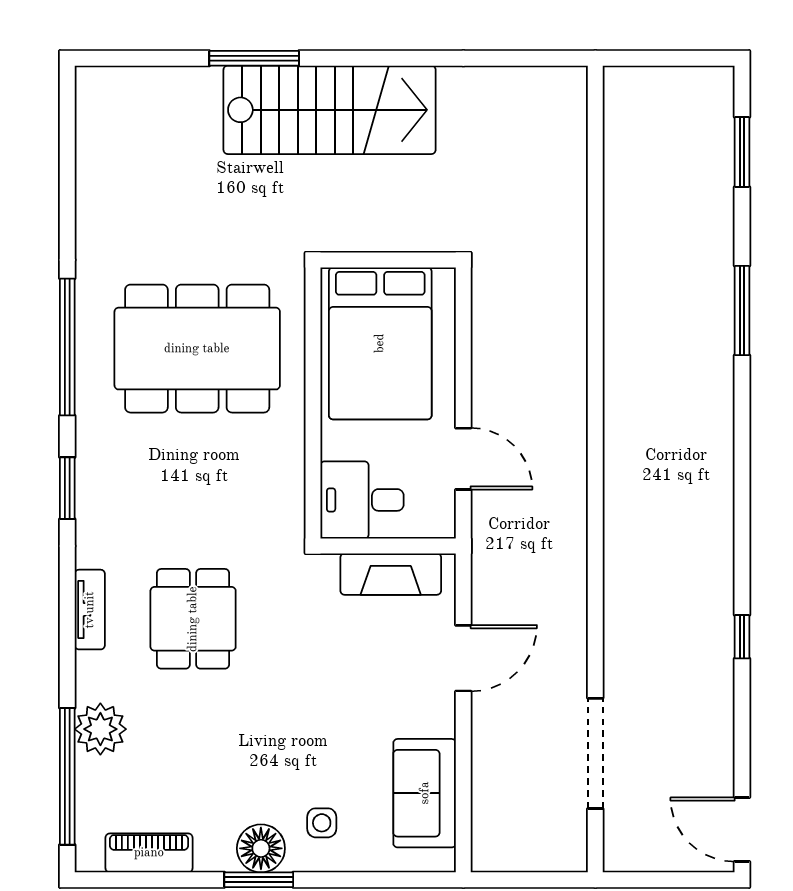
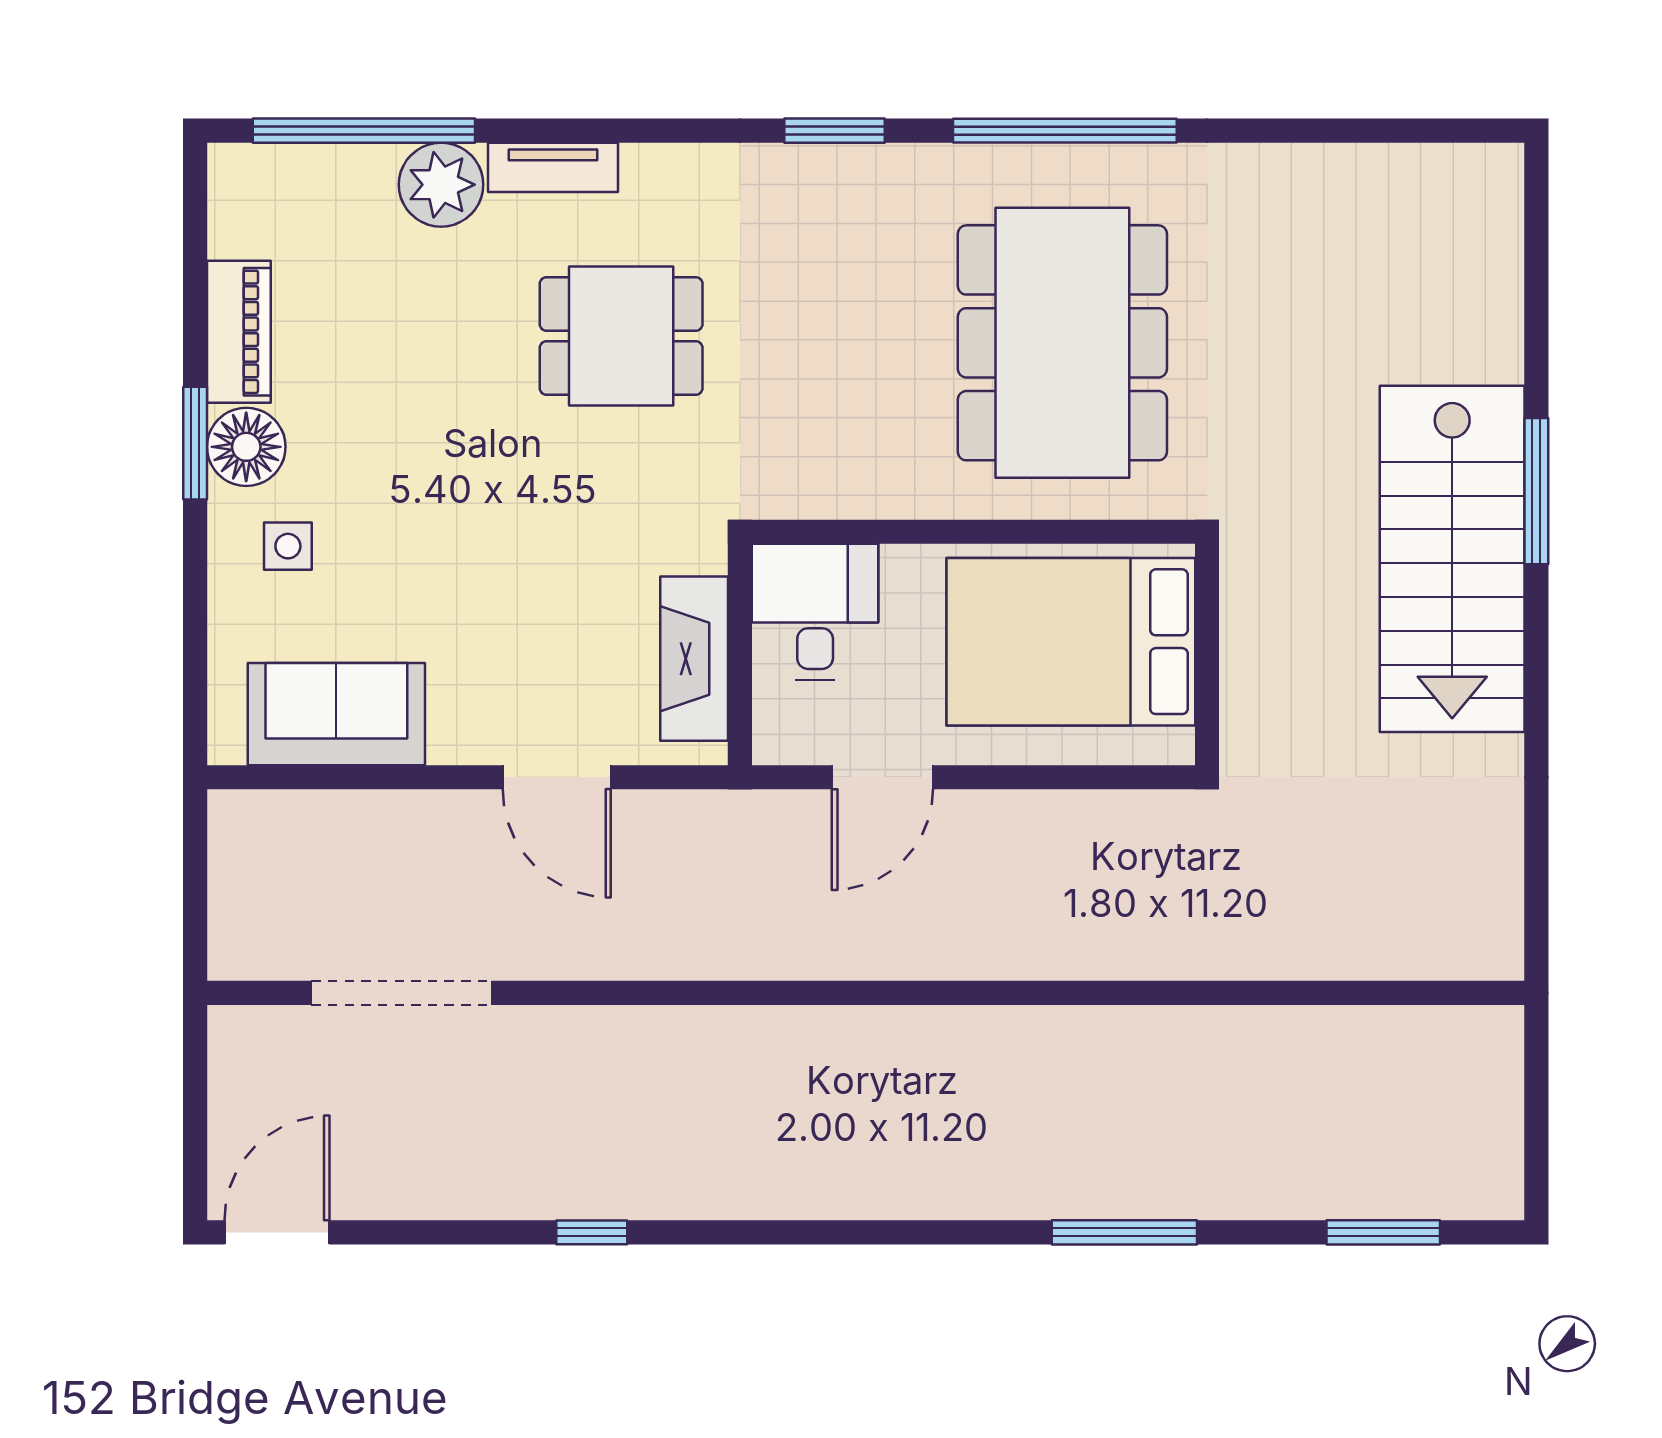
window: (254, 58) -> (1536, 491), moved
tv unit: (90, 610) -> (553, 167), moved
piano: (149, 853) -> (239, 332), moved

